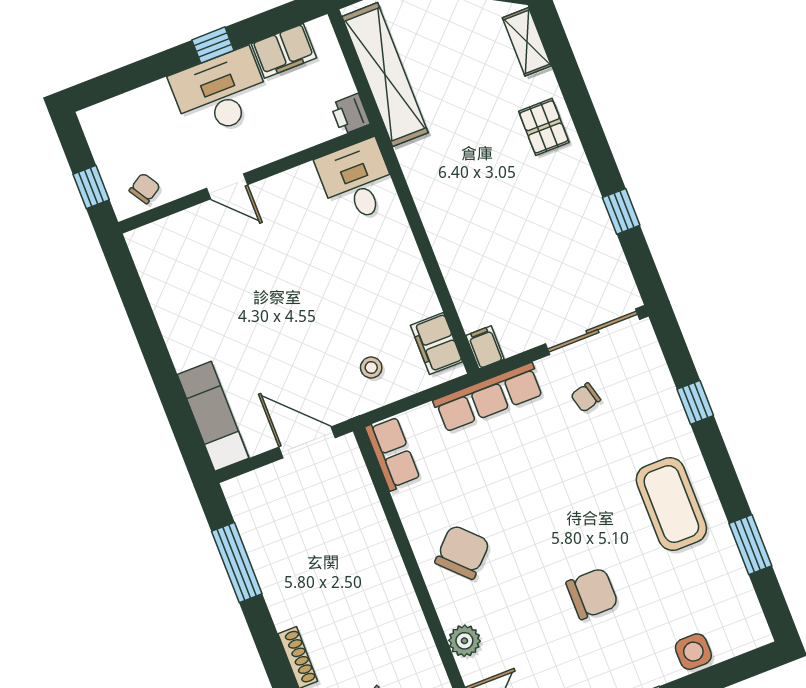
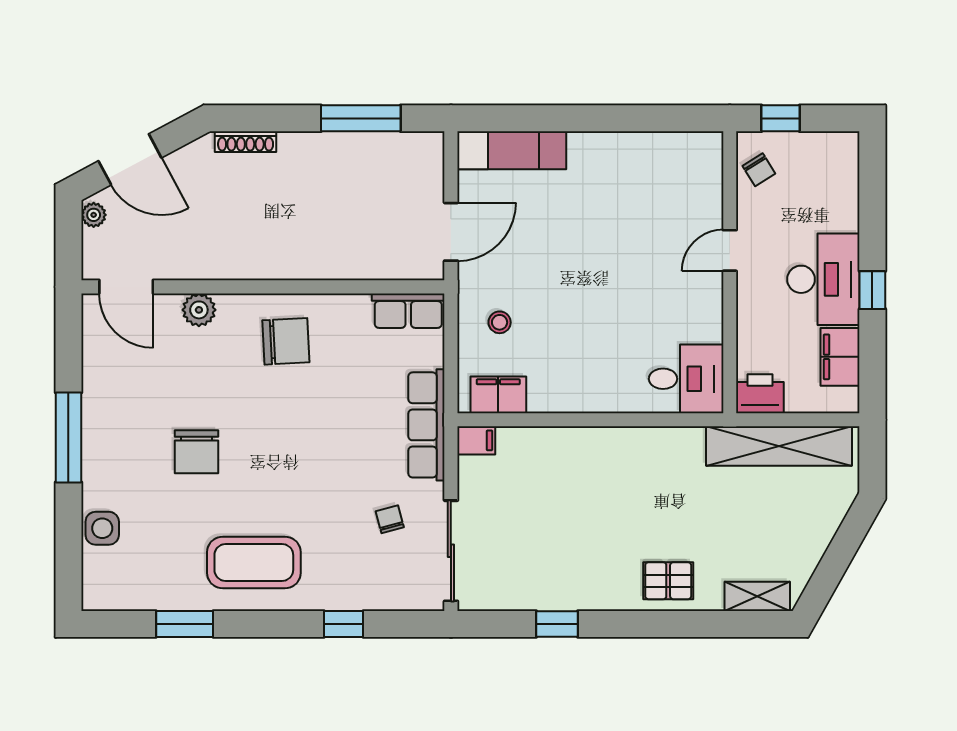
printer: (350, 114) -> (760, 394), width x1.36, depth x1.24
chair: (462, 552) -> (286, 341), turned -48

